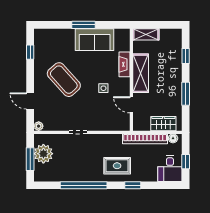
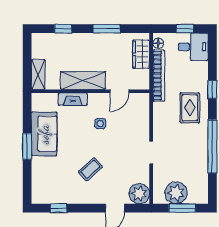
coffee table: (64, 80) -> (90, 169), width x0.54, depth x0.58
plant: (39, 126) -> (139, 194), width x1.87, depth x1.87

